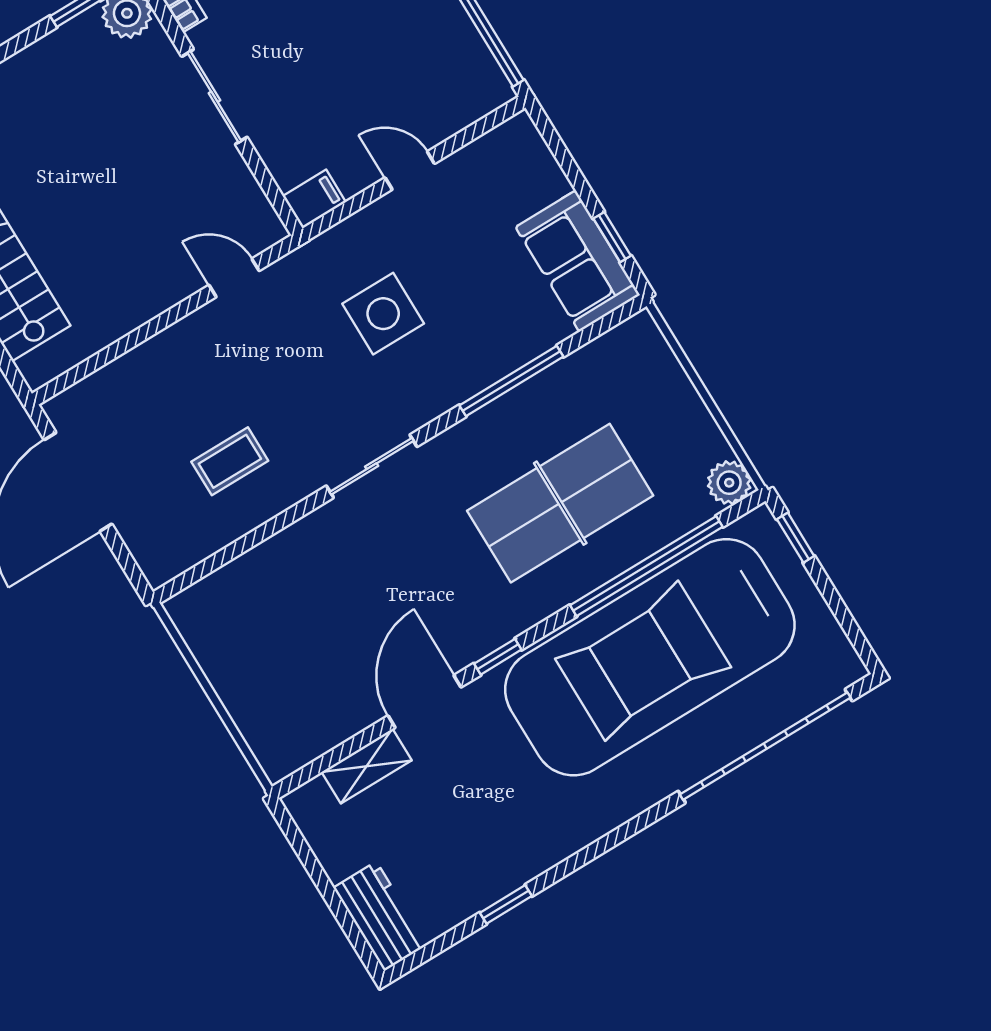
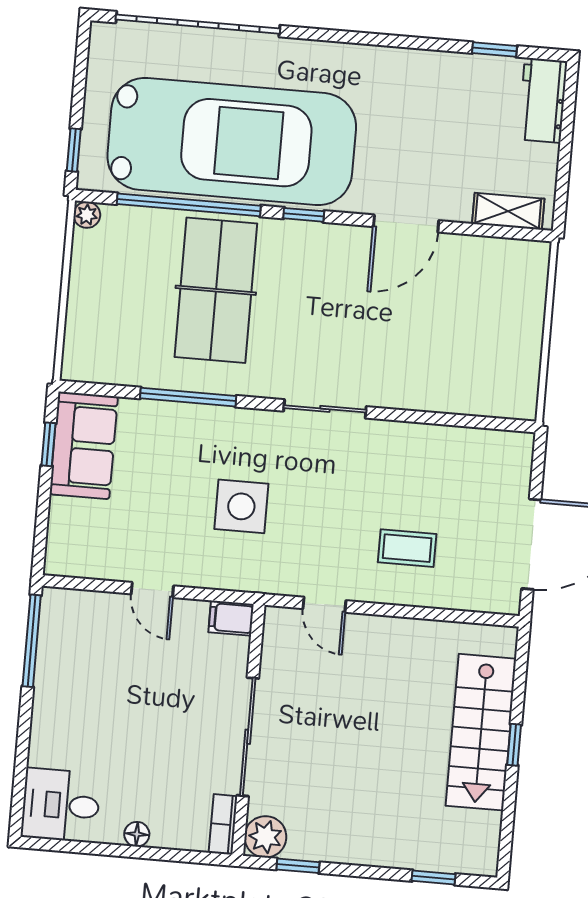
sliding door: (214, 97) -> (248, 737), width x1.37
coffee table: (230, 461) -> (407, 548), moved
plant: (729, 483) -> (87, 215), width x0.73, depth x0.73
table tennis table: (560, 503) -> (216, 290), turned 90
window: (498, 657) -> (304, 215), moved
shelving: (367, 766) -> (508, 211), moved
window: (506, 904) -> (494, 50), moved

